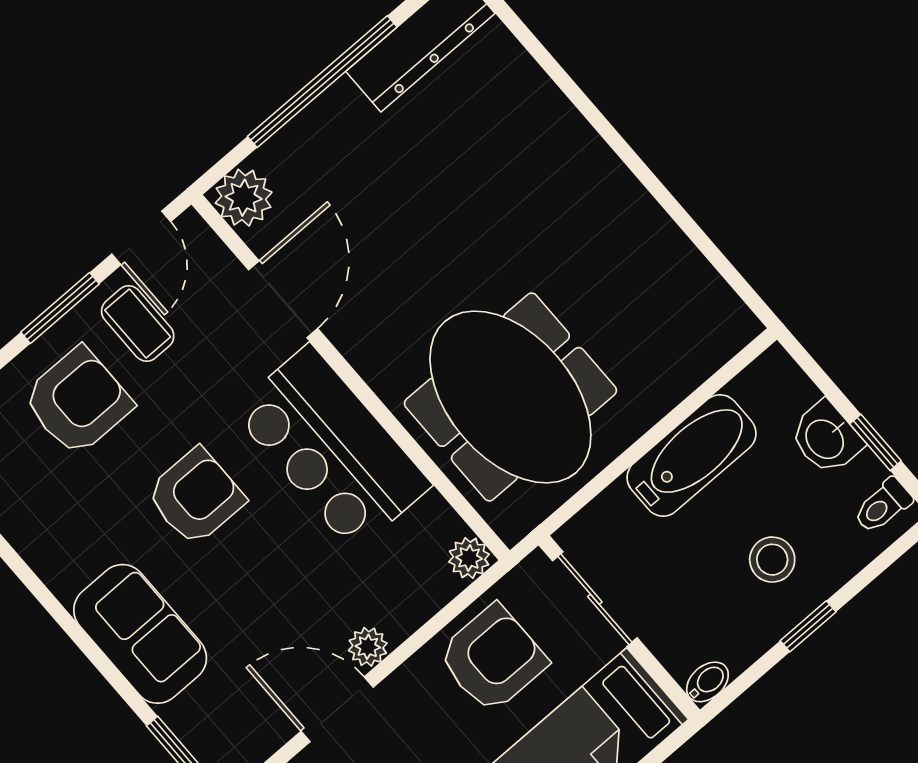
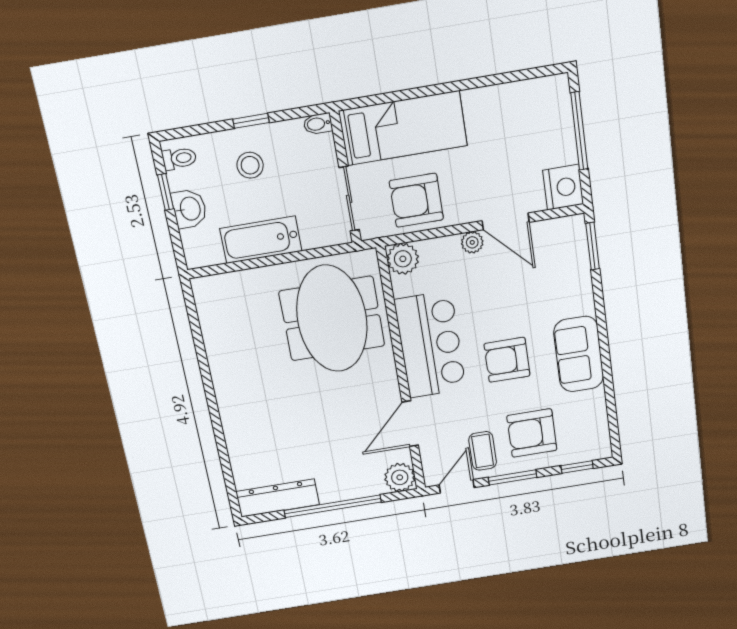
plant: (469, 558) -> (403, 259), width x1.38, depth x1.38
sofa: (140, 634) -> (579, 354), moved

